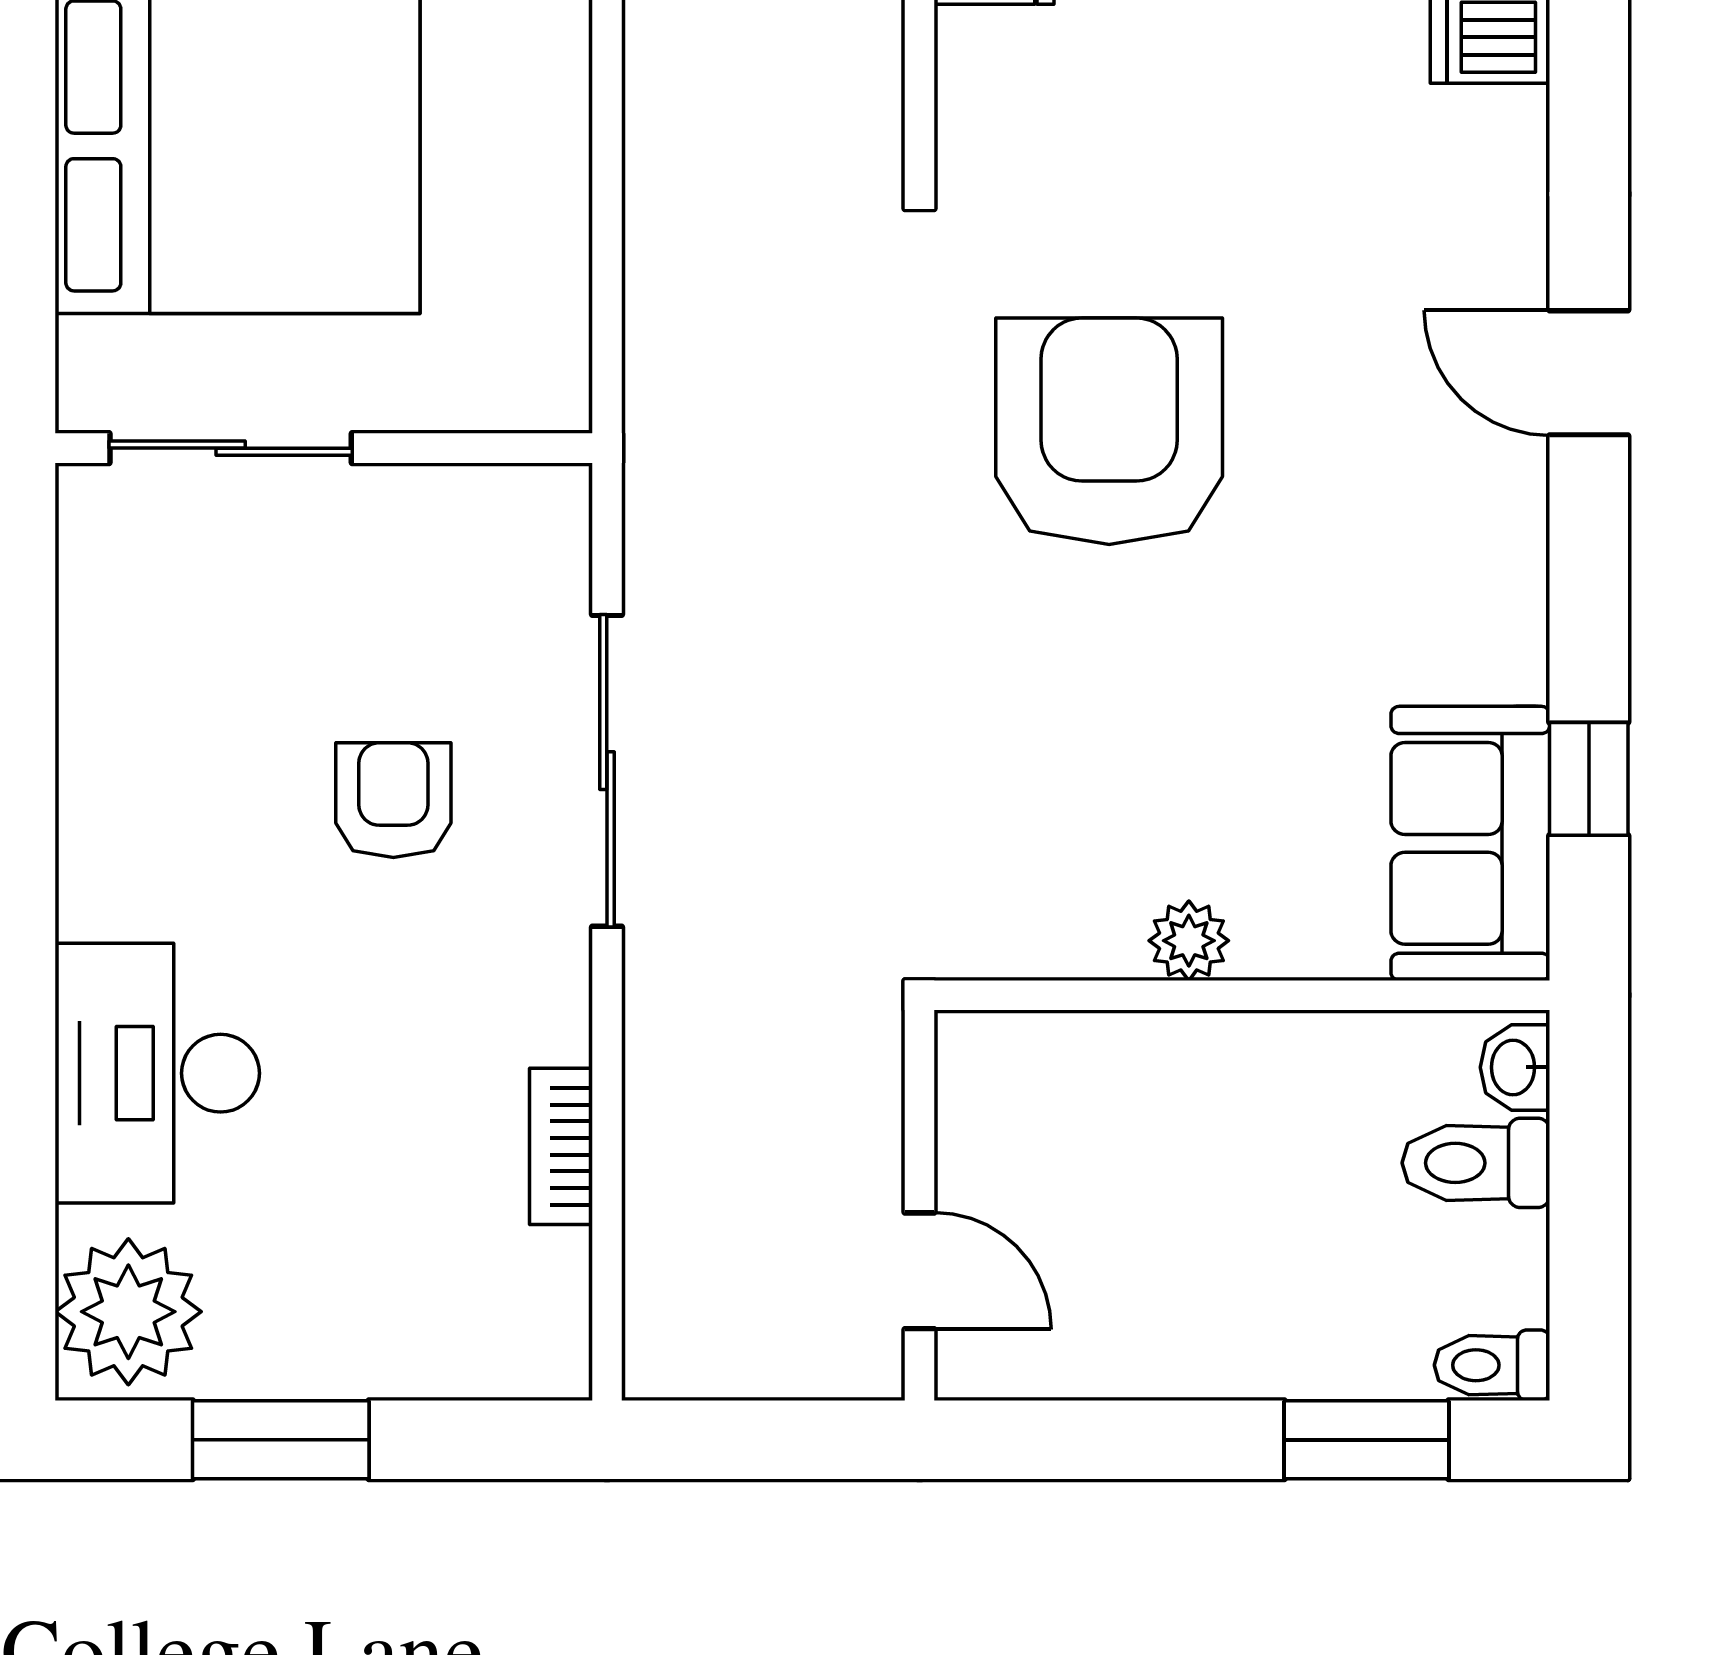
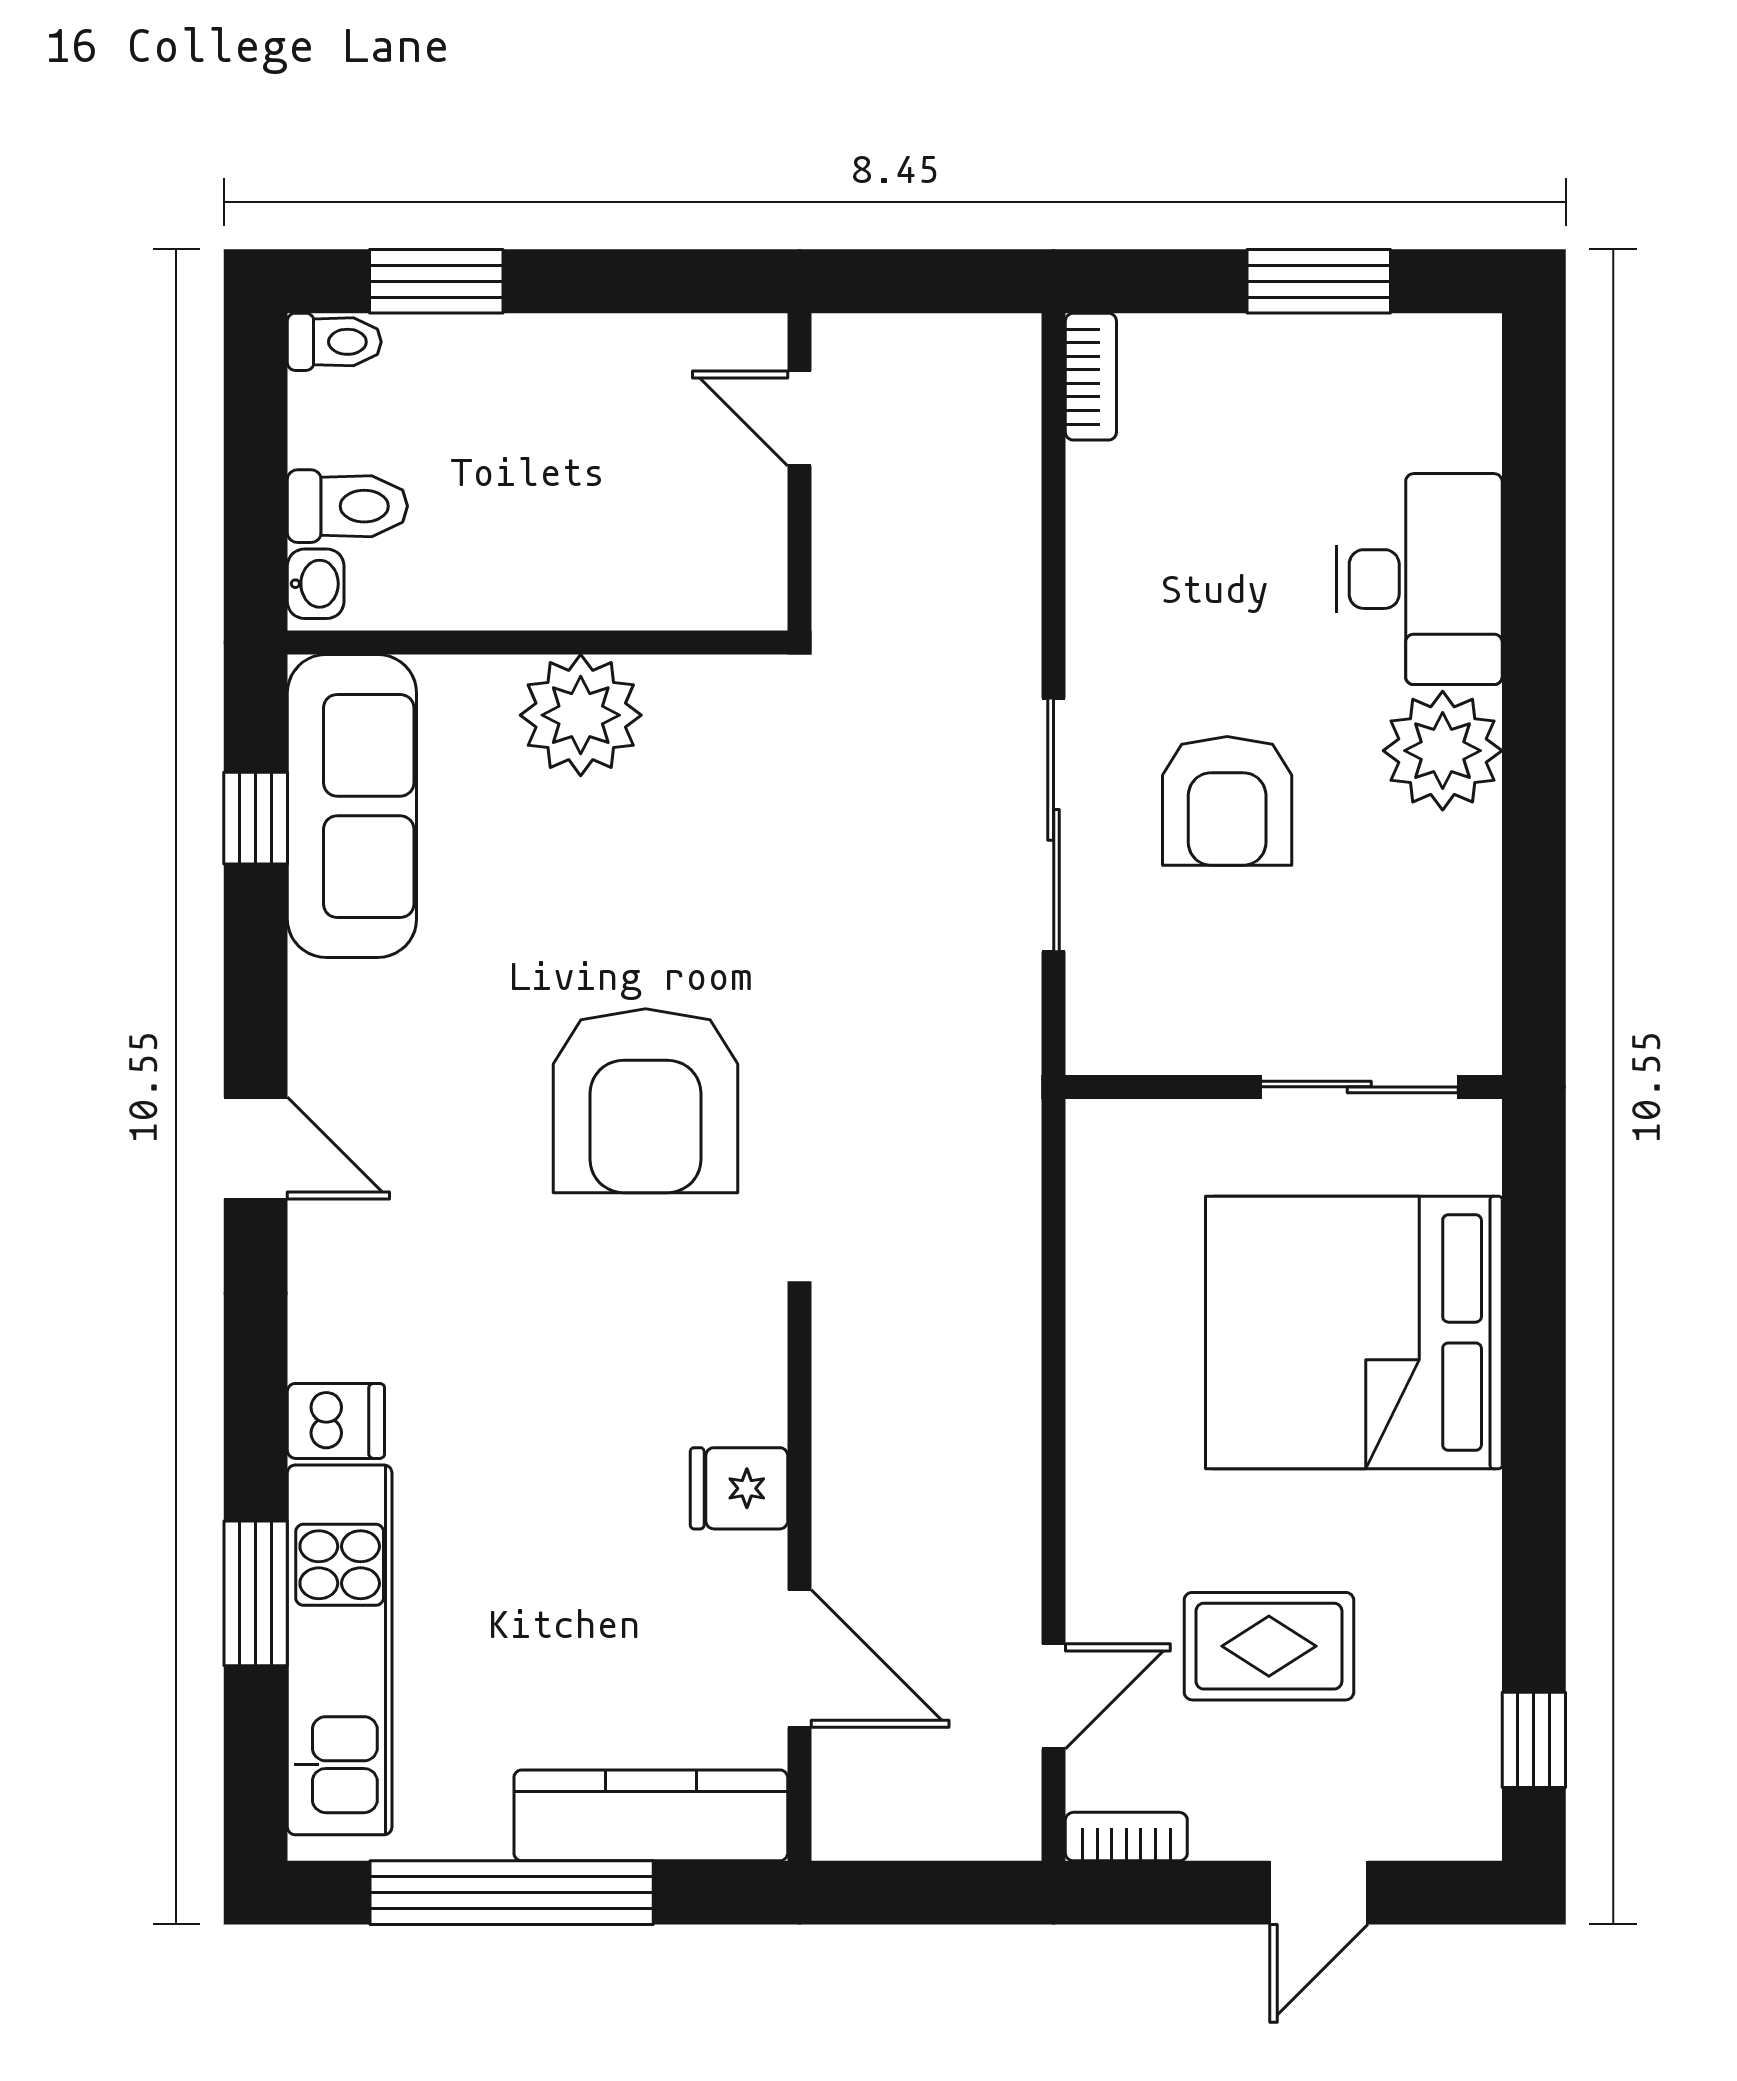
armchair: (393, 800) -> (1227, 801), width x1.38, depth x1.38
sofa: (1470, 843) -> (352, 806), width x1.36
plant: (1189, 941) -> (581, 715), width x1.88, depth x1.88
bookcase: (561, 1146) -> (1091, 377), moved
plant: (128, 1312) -> (1443, 751), moved

